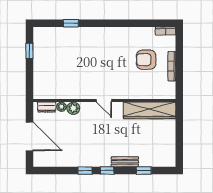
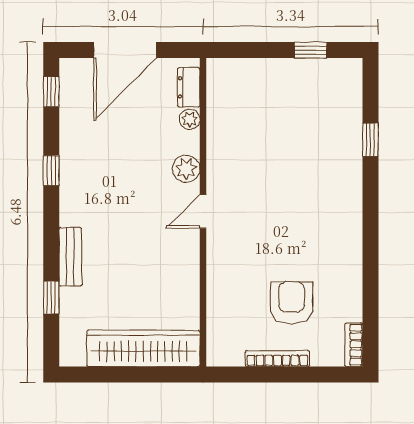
plant: (73, 108) -> (186, 169), moved
wardrobe: (149, 110) -> (143, 348), moved, turned 90
window: (107, 171) -> (51, 92), moved

